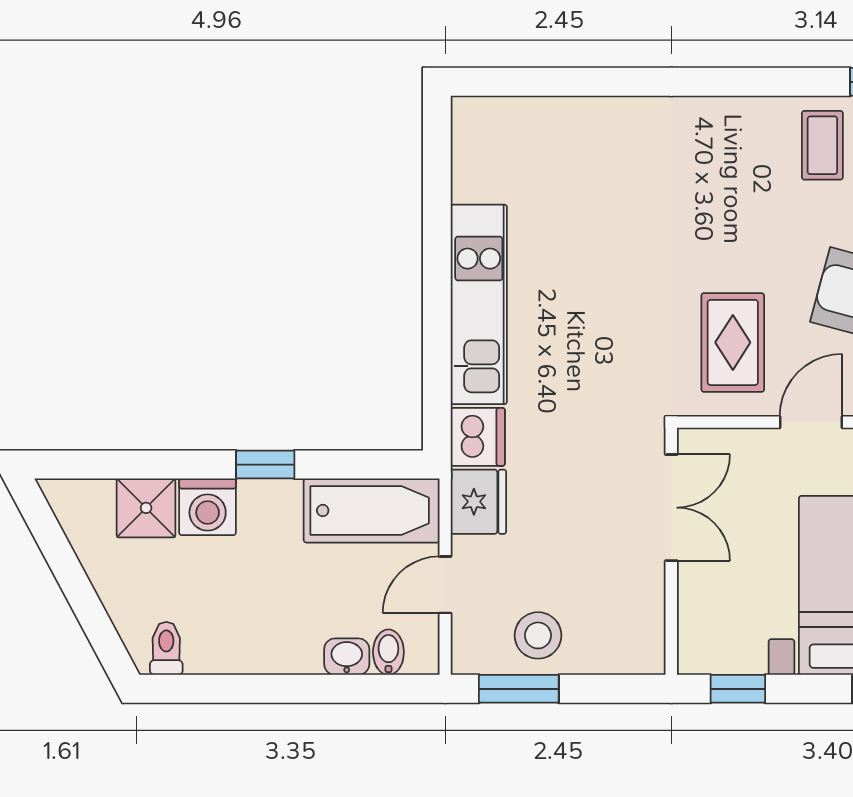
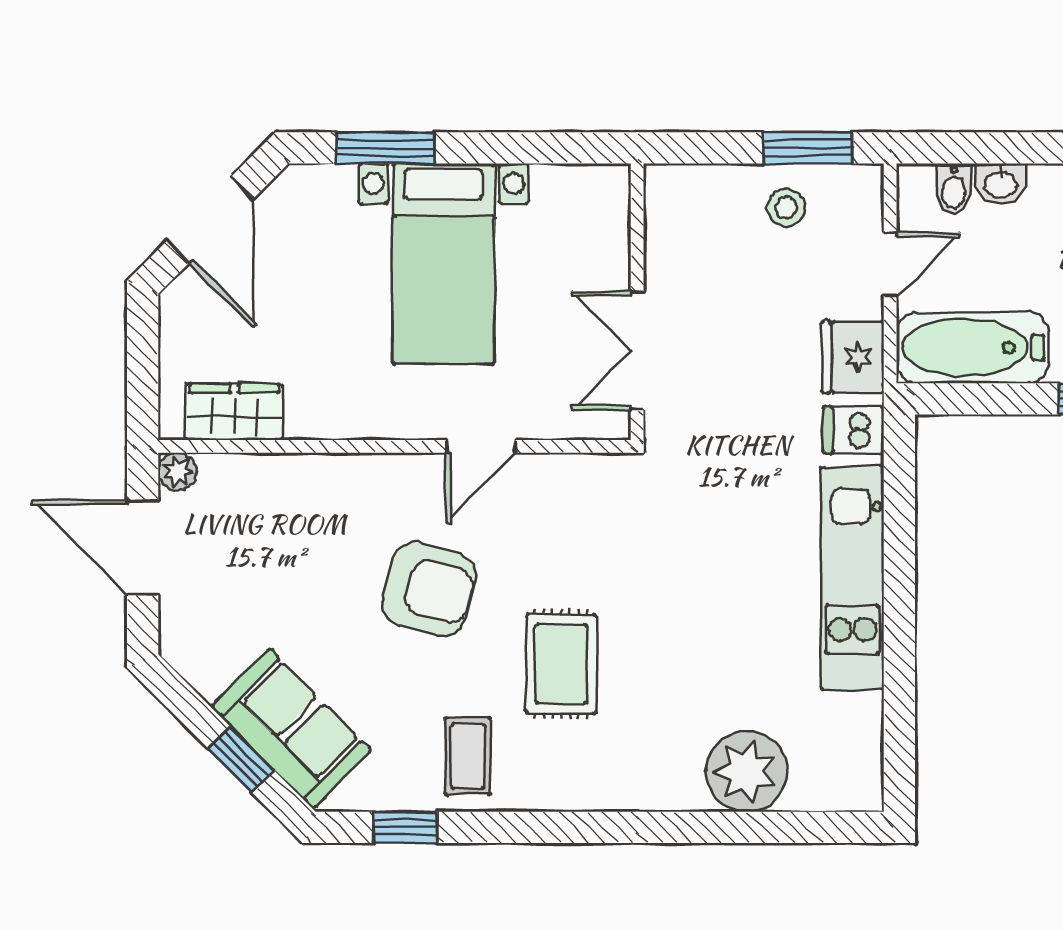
plant: (574, 132) -> (746, 771), added
rug: (733, 342) -> (561, 664), moved
dishwasher: (478, 437) -> (854, 430), width x0.73
stool: (538, 635) -> (786, 208), width x0.73, depth x0.73
window: (738, 689) -> (563, 148), removed

